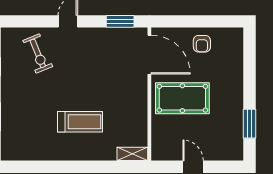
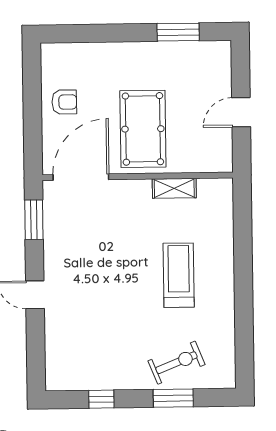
exercise bike: (38, 53) -> (176, 363), moved
shelving: (132, 154) -> (174, 188), moved, turned 90

